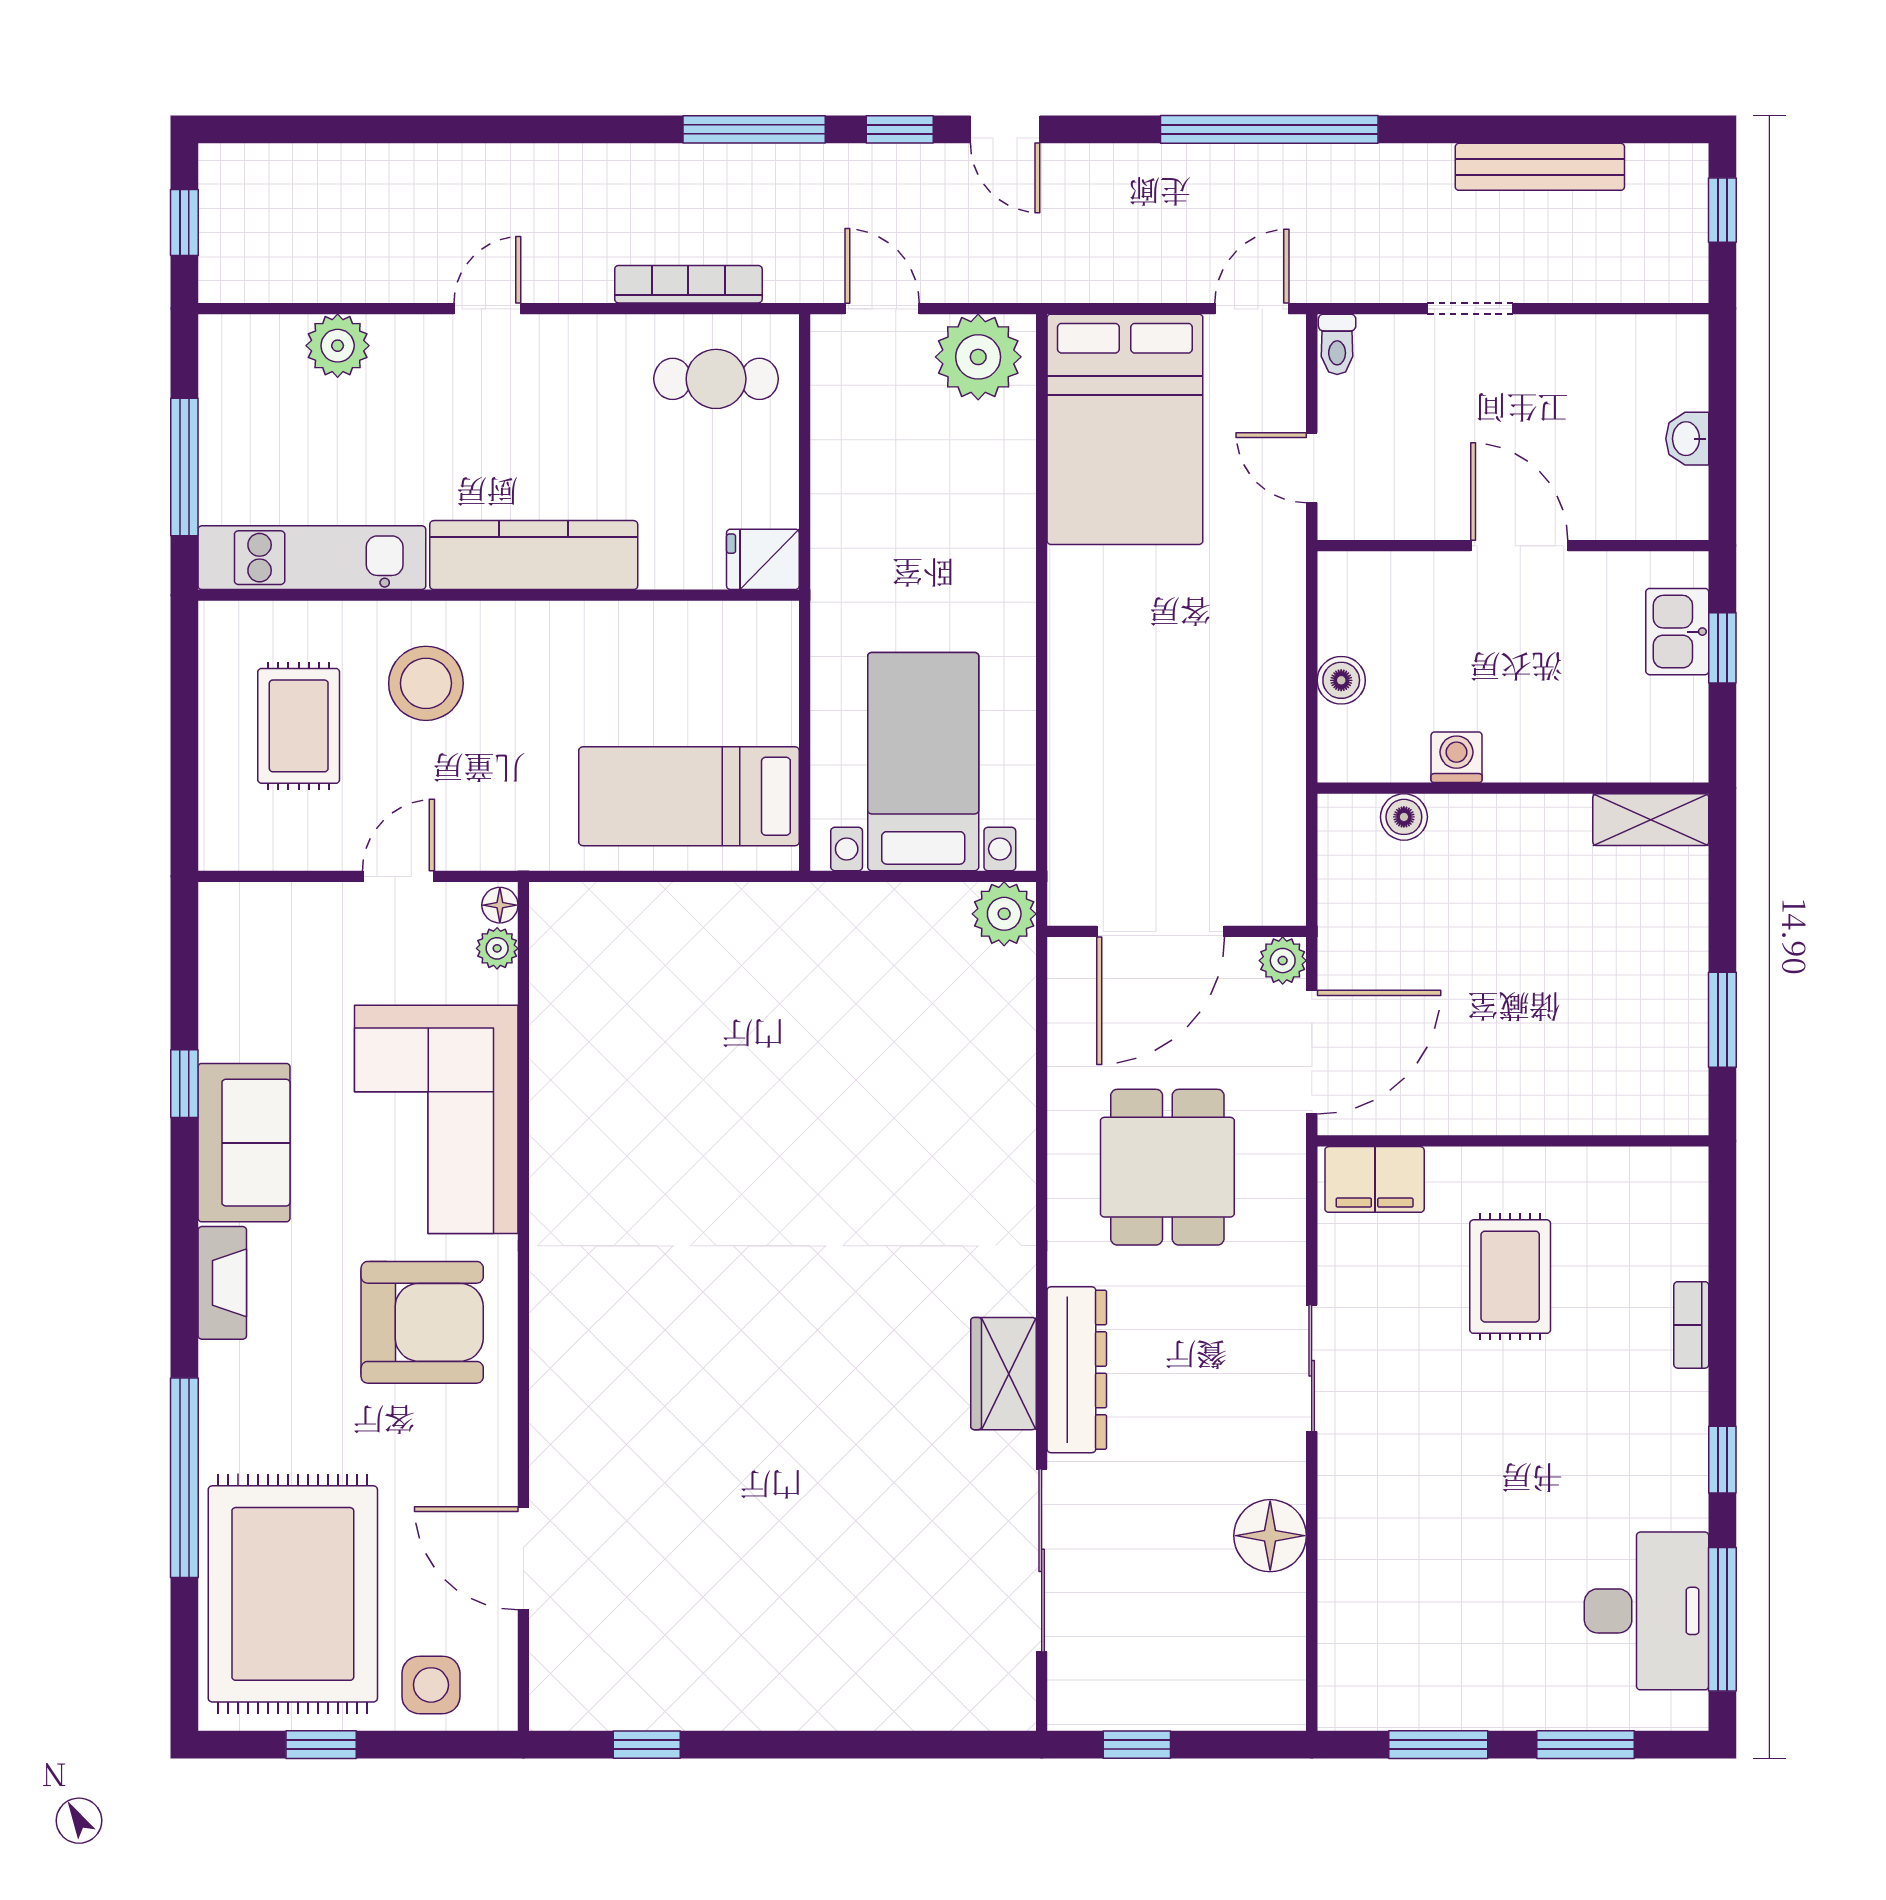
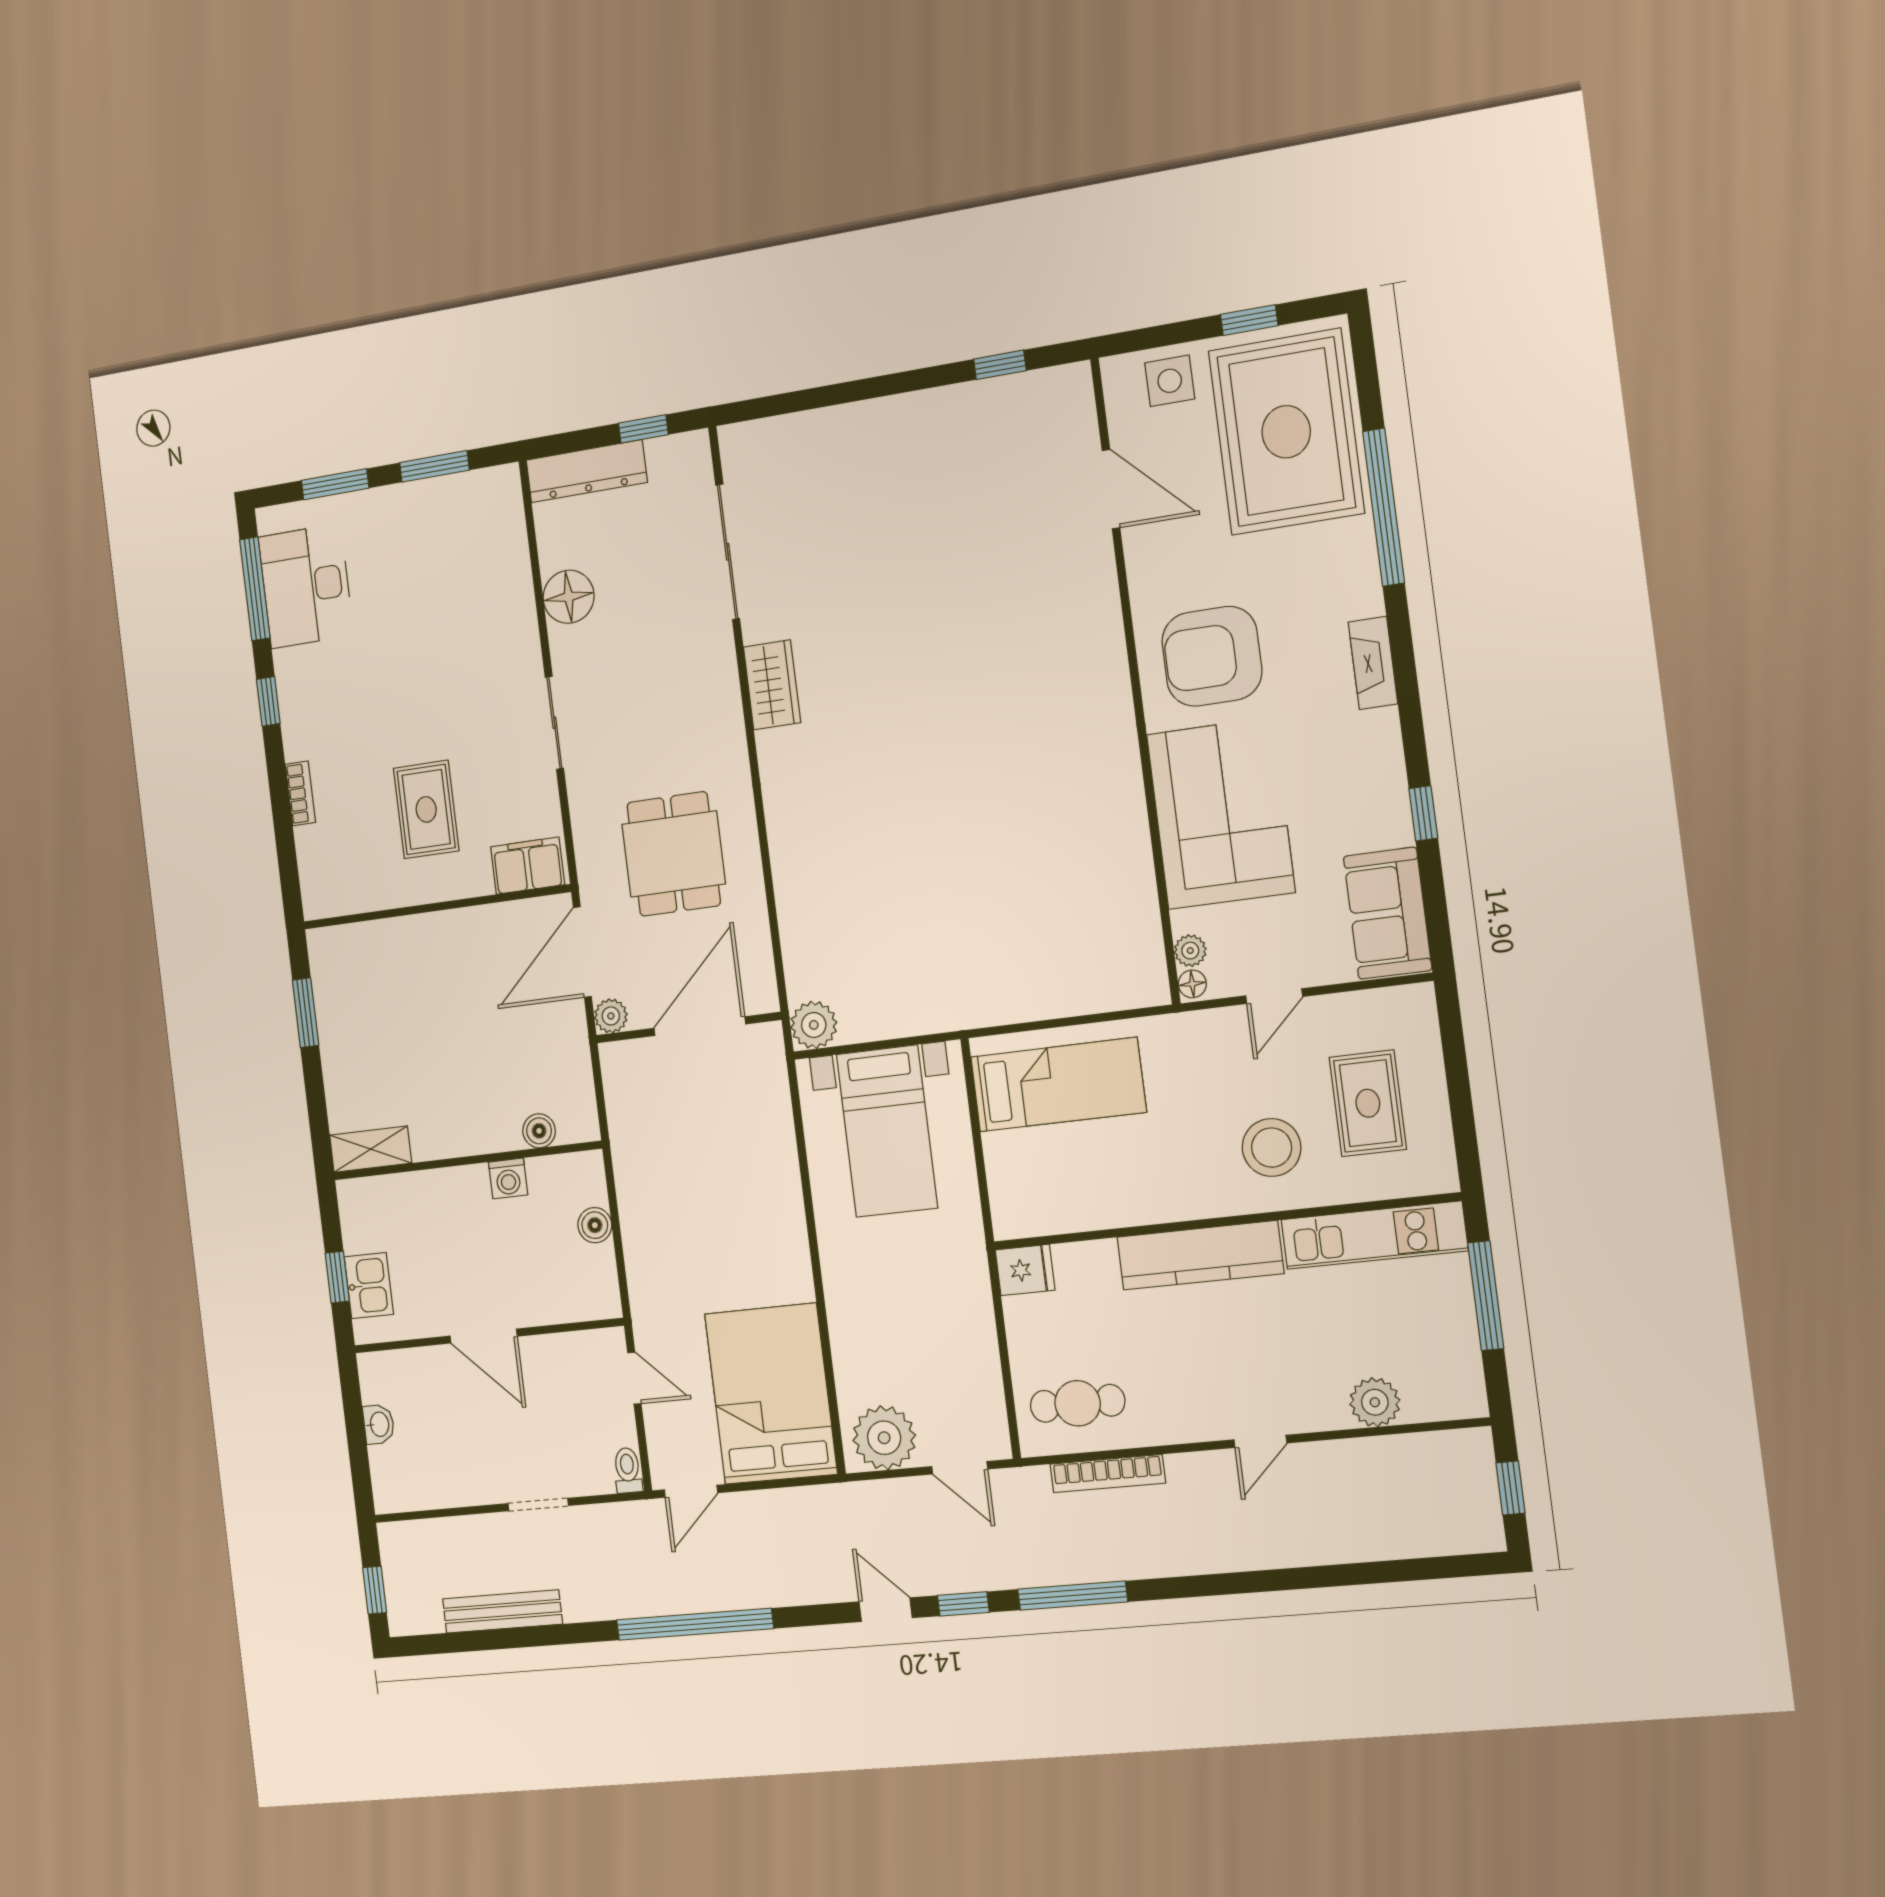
sofa: (244, 1143) -> (1388, 913), moved
dresser: (1077, 1370) -> (587, 471), moved, turned -90

